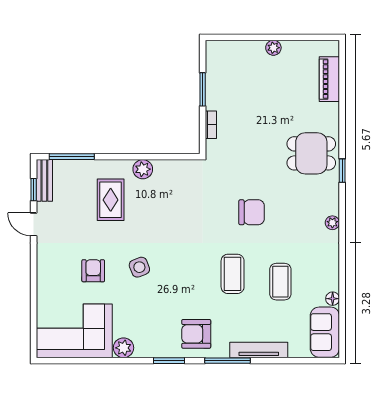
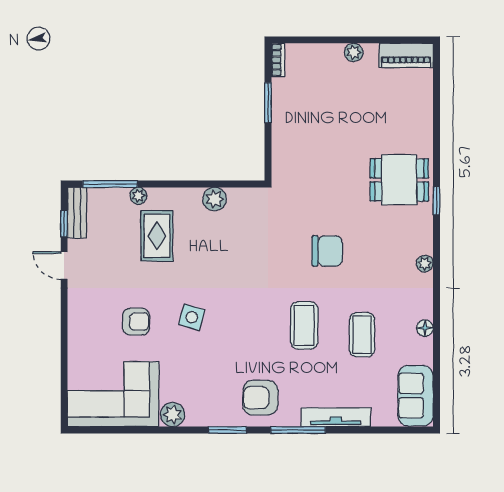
piano: (329, 79) -> (406, 55), moved, turned -90
bookcase: (211, 125) -> (278, 60), moved
plant: (95, 166) -> (138, 196), added
plant: (143, 169) -> (215, 199), moved
side table: (139, 267) -> (192, 317), turned 37
armchair: (93, 271) -> (136, 322), turned 90
floor lamp: (333, 299) -> (425, 328), moved

